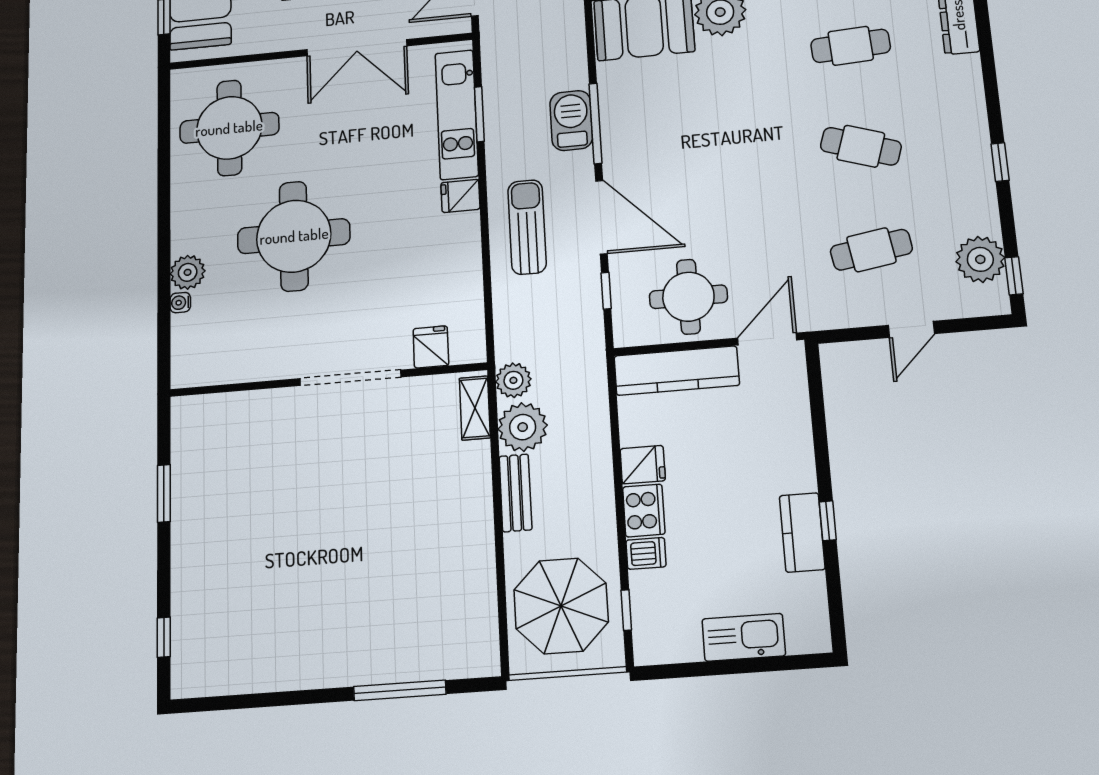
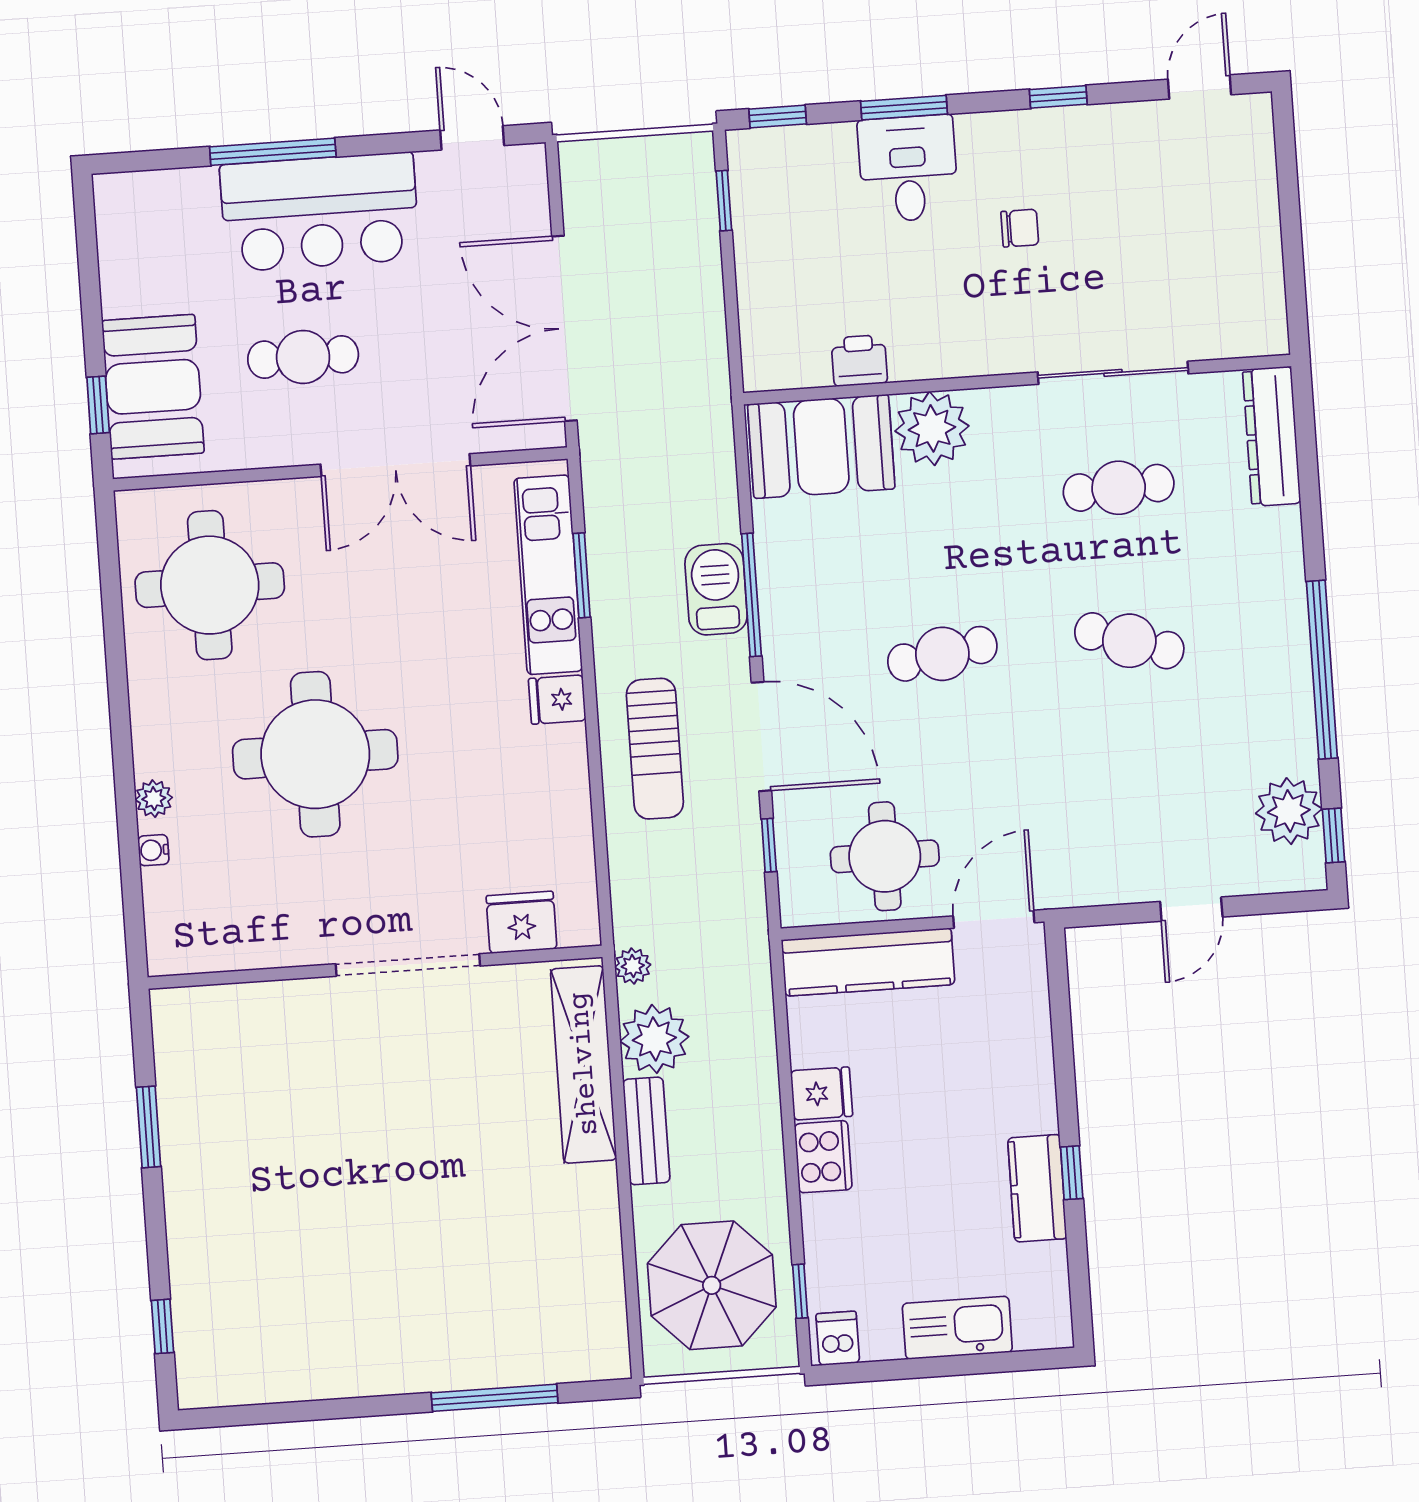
window: (1000, 162) -> (1322, 670), width x3.17
sun lounger: (527, 227) -> (655, 749), turned 180
cafe table: (871, 250) -> (942, 654), moved
plant: (188, 272) -> (154, 799), width x0.73, depth x0.73
fridge: (431, 347) -> (522, 922), width x1.38
plant: (513, 380) -> (633, 966), width x0.73, depth x0.73
shelving: (475, 408) -> (584, 1064), width x2.20, depth x1.33
dishwasher: (646, 553) -> (838, 1338), moved, turned -90

